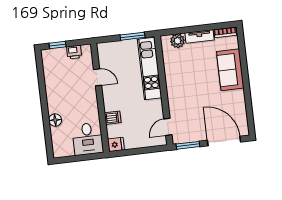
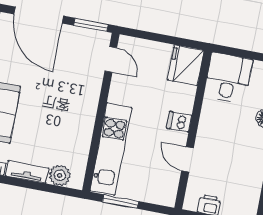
dishwasher: (113, 118) -> (179, 122), moved
door: (168, 127) -> (111, 59), hinge flipped
fridge: (116, 145) -> (186, 65), width x1.88, depth x1.34

